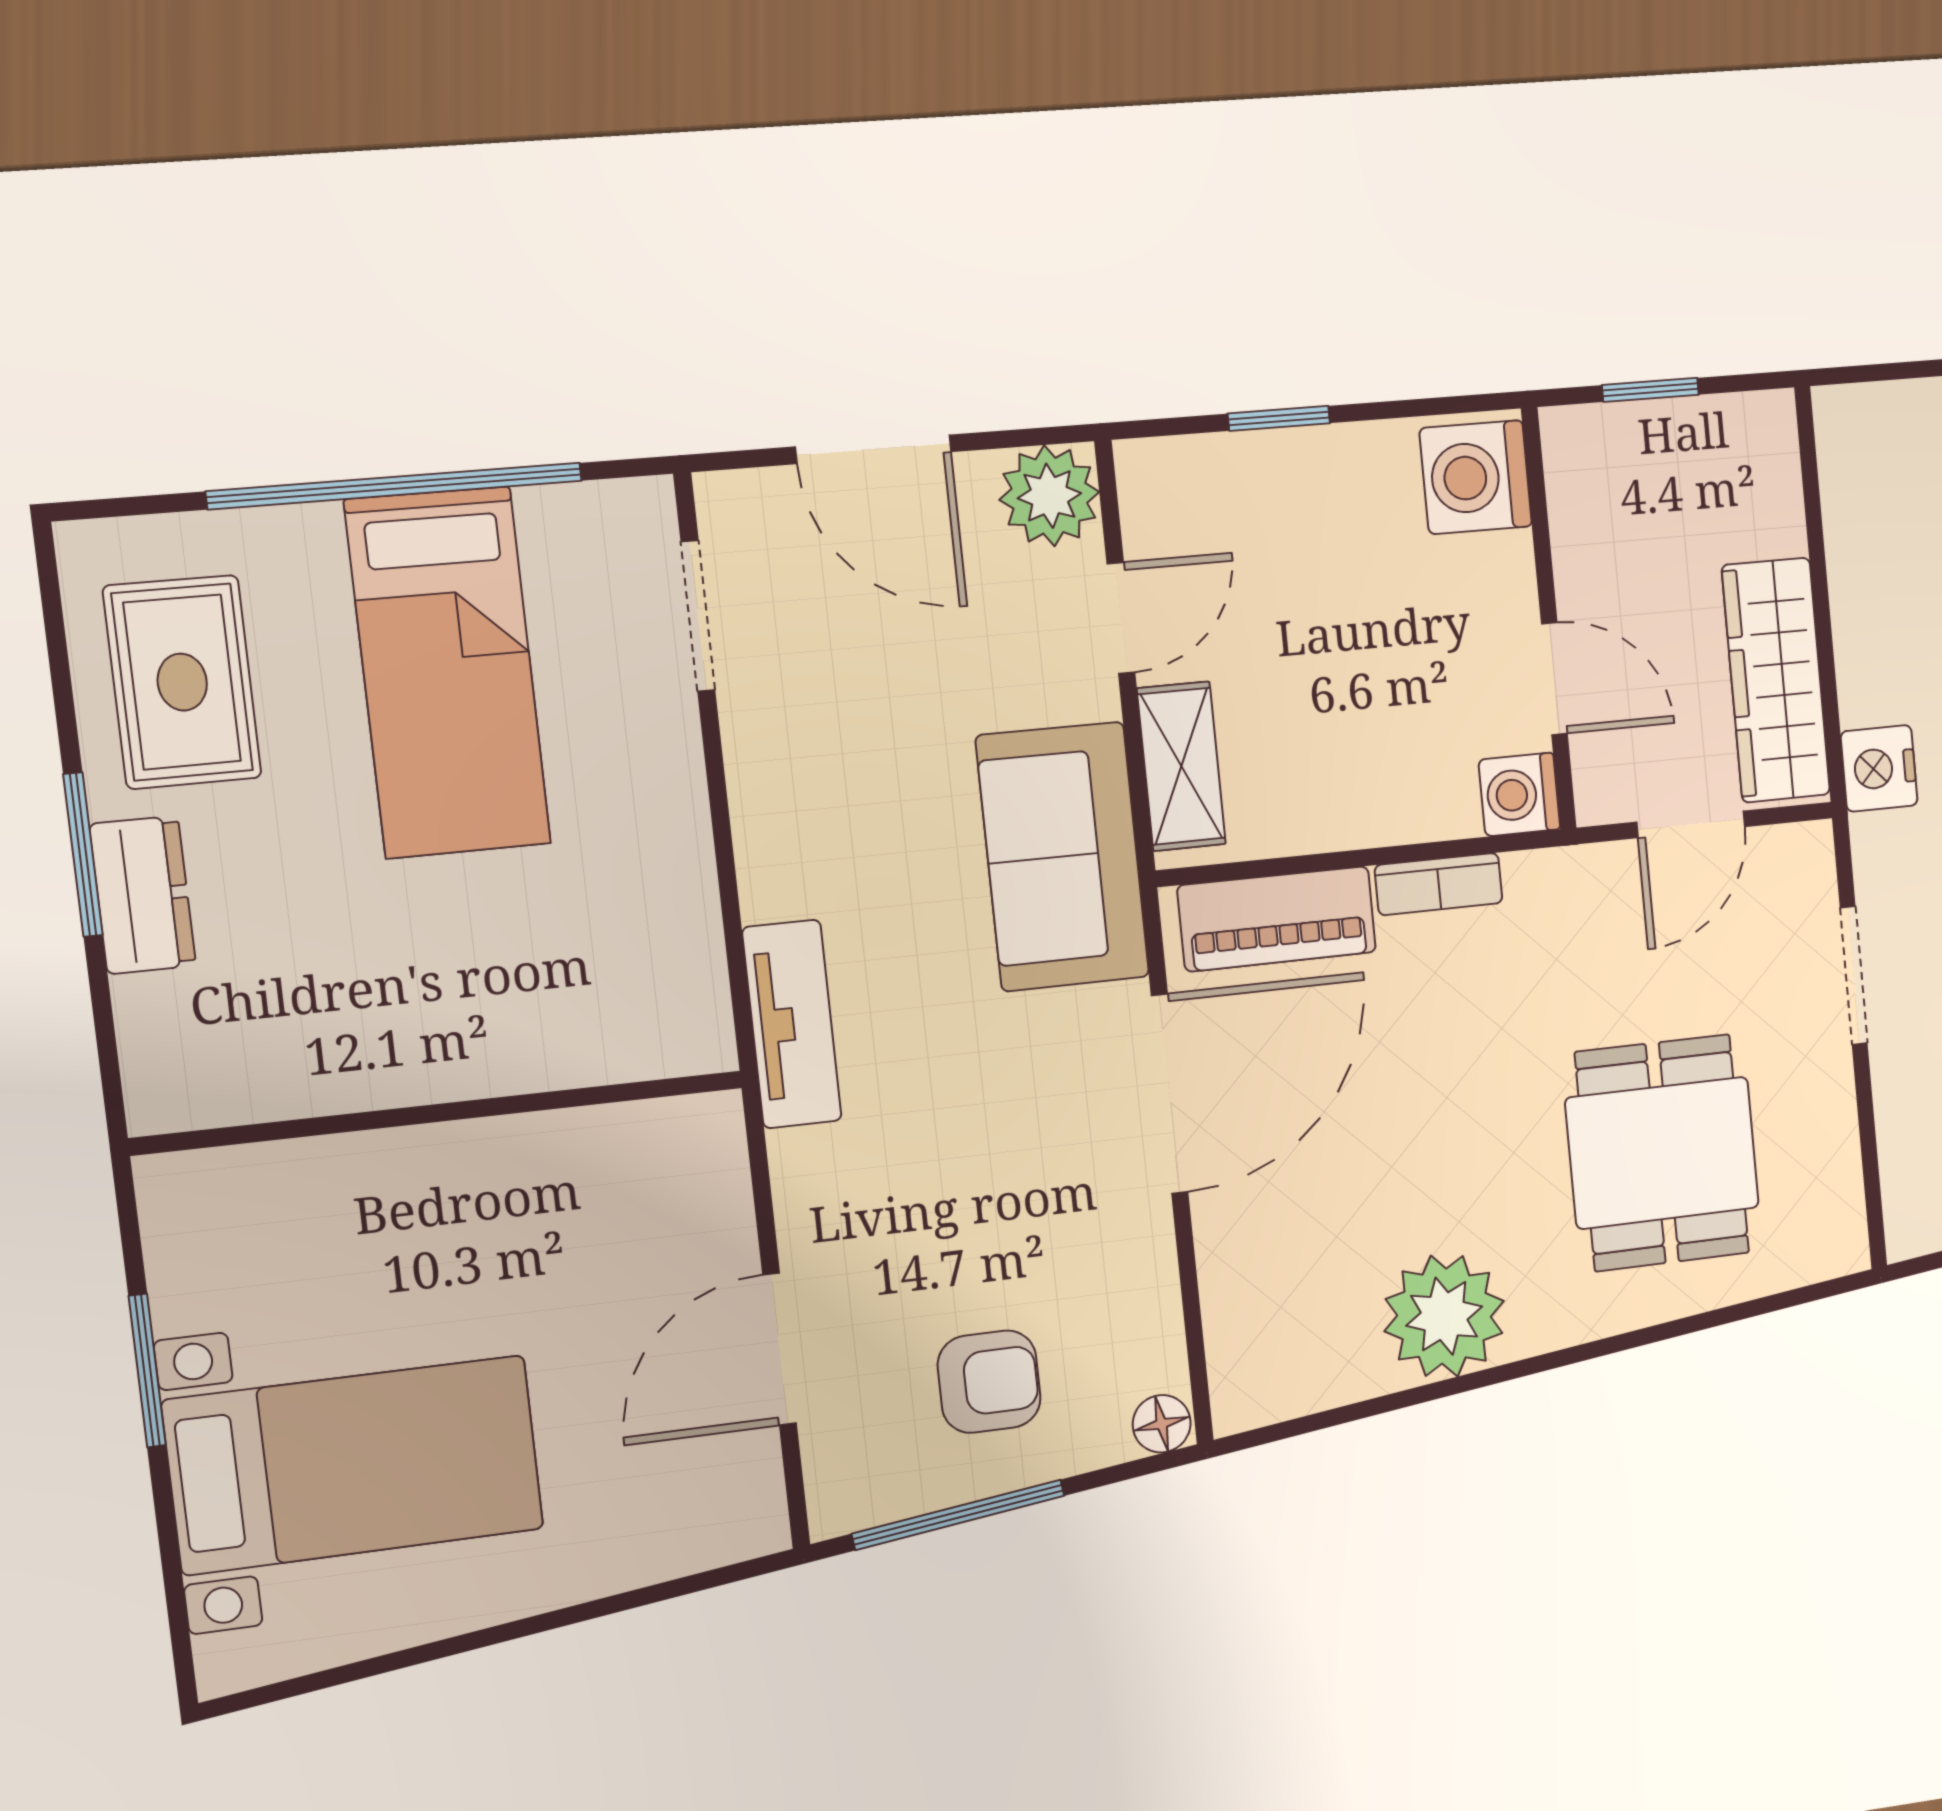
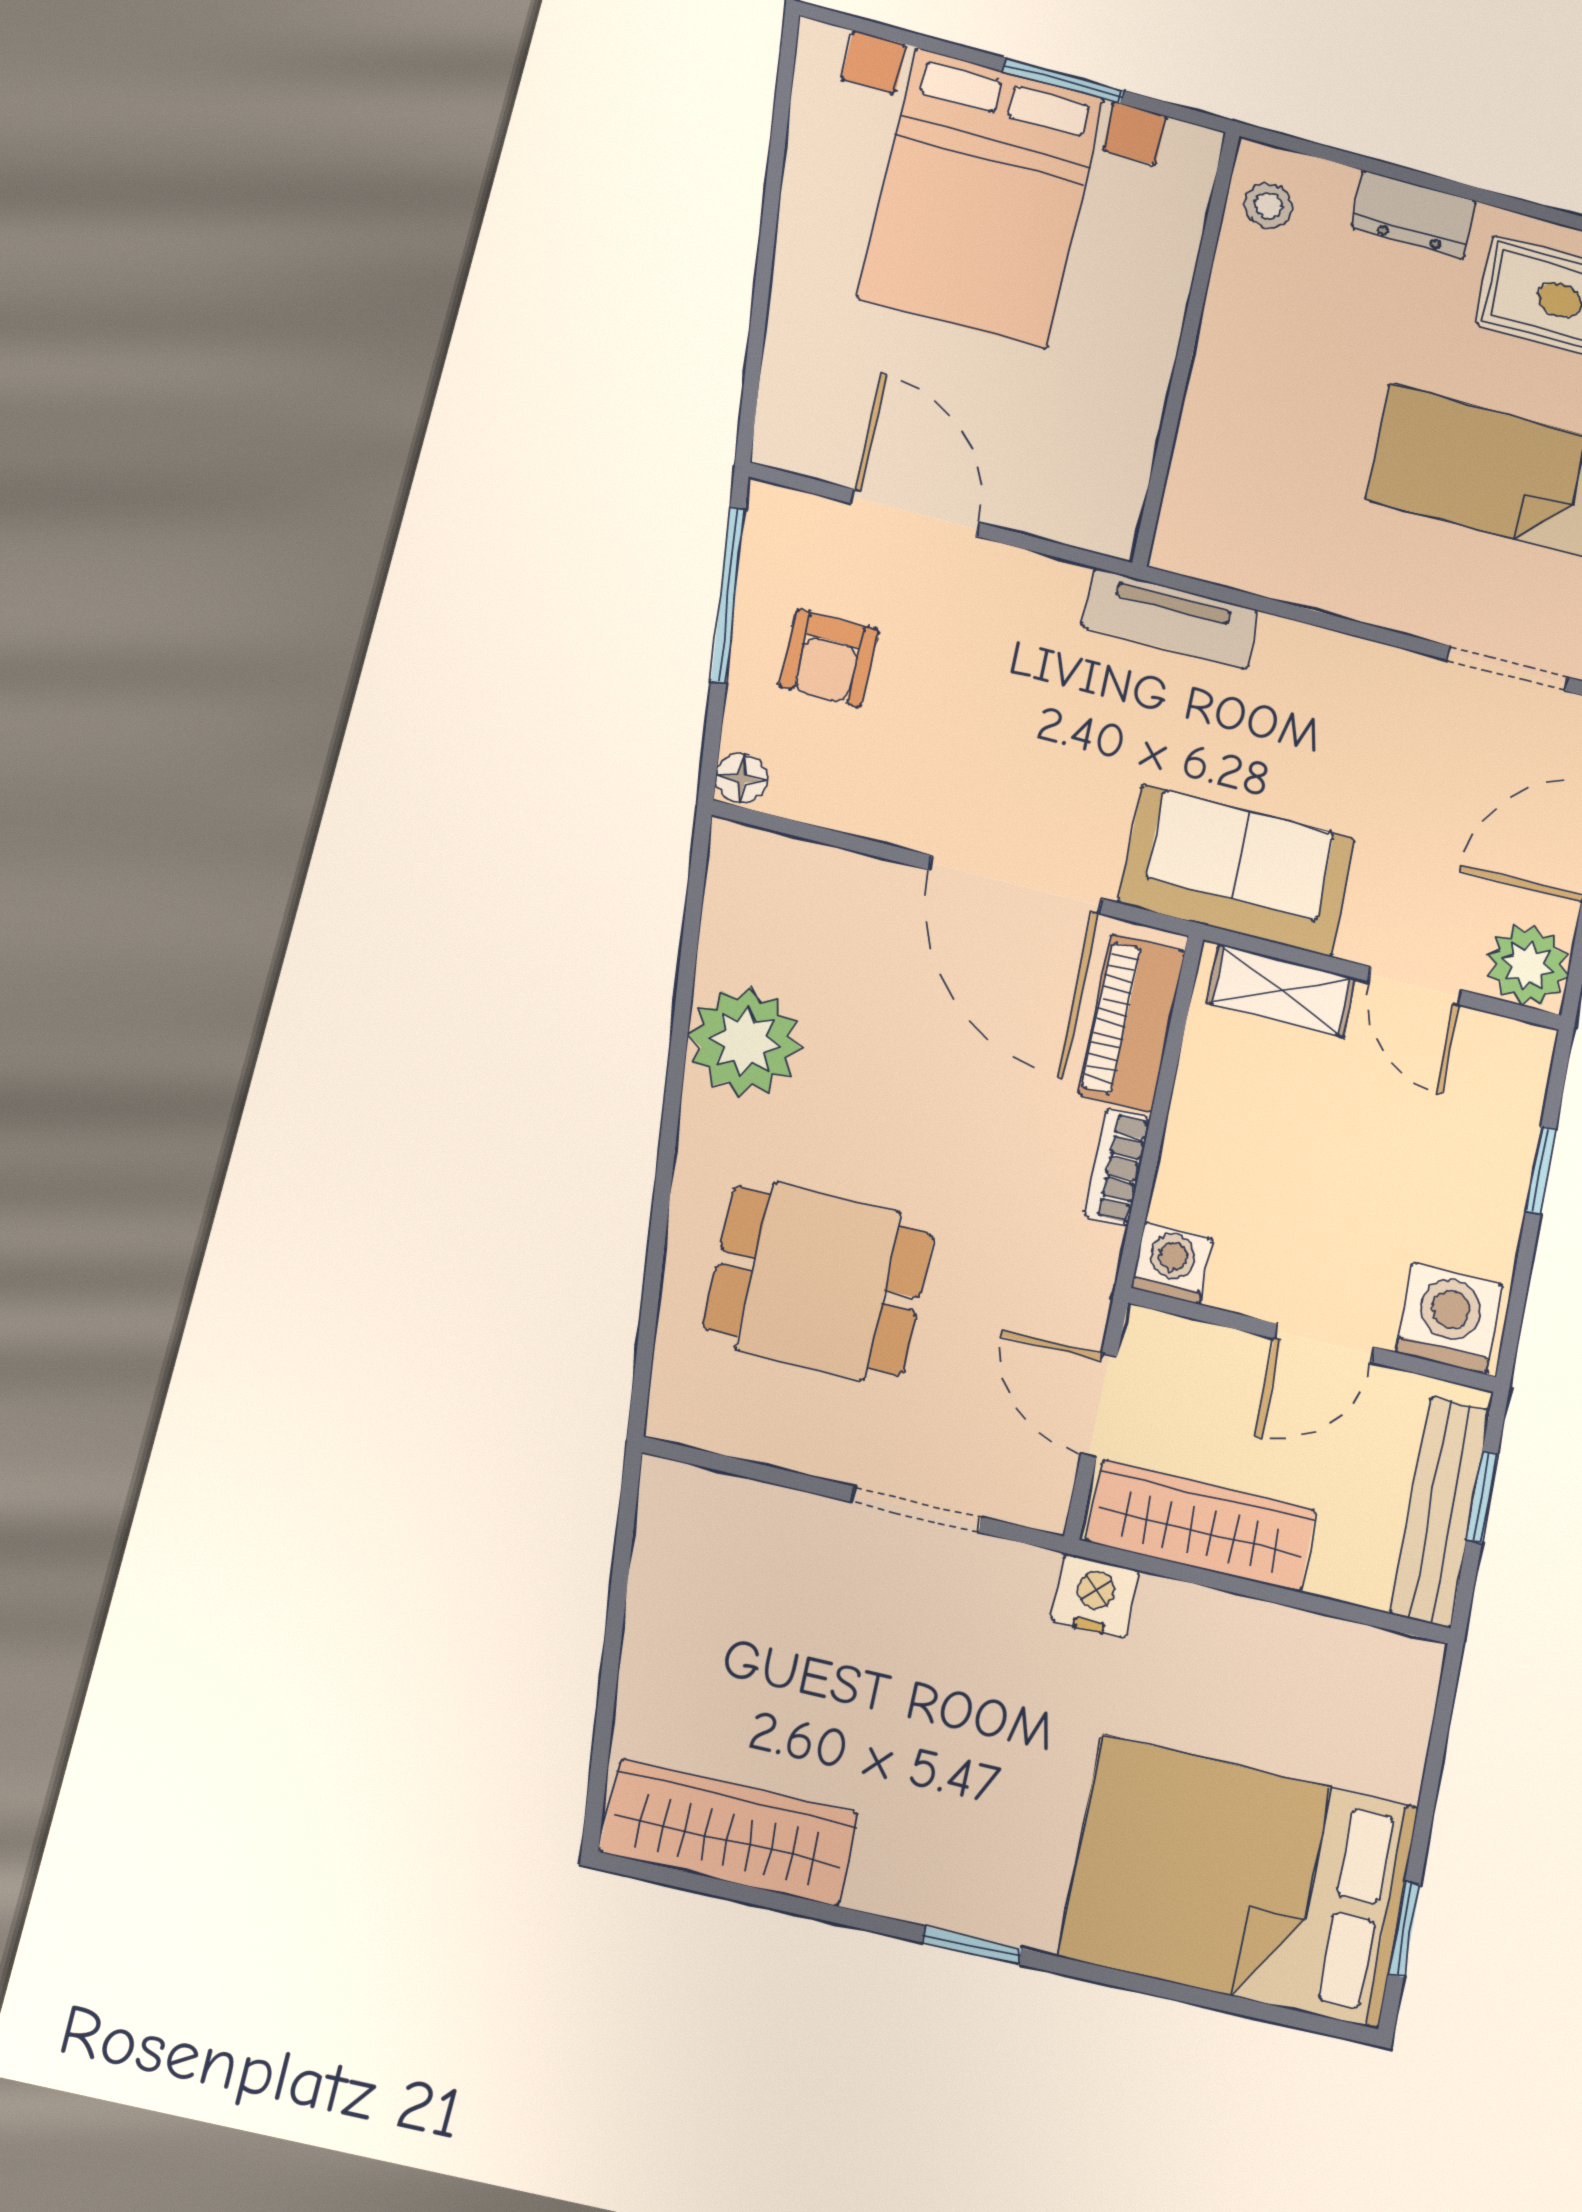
bench: (1680, 431) -> (1440, 1512), added
door: (1554, 679) -> (1324, 1343), moved
window: (83, 855) -> (1455, 188), removed
stool: (209, 1074) -> (1269, 205), added
bed with nightstands: (354, 1465) -> (981, 197), width x1.36

